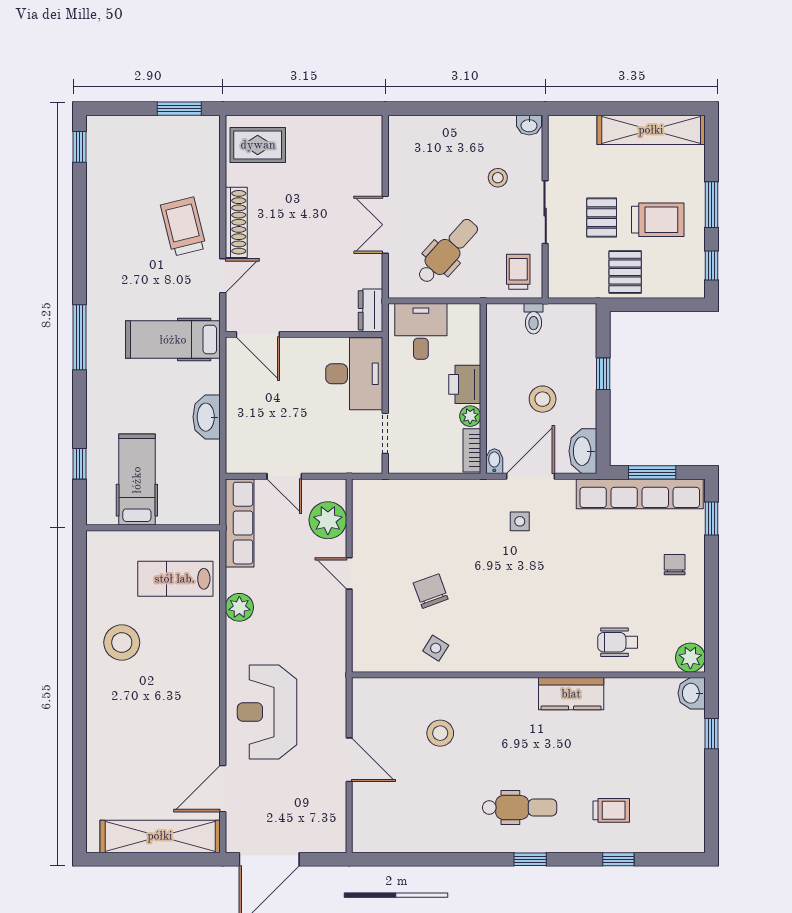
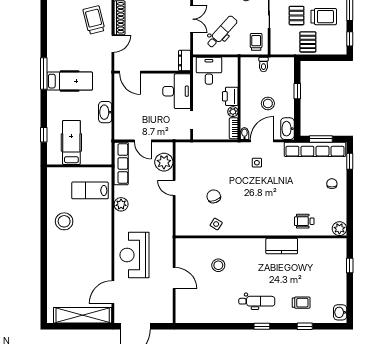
double door: (385, 225) -> (192, 19), swing flipped
hospital bed: (173, 340) -> (70, 81), moved, turned 180
washbasin: (692, 693) -> (340, 312), moved

